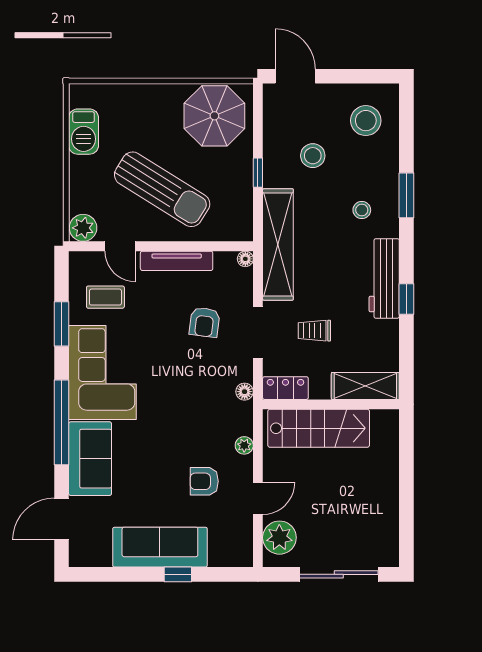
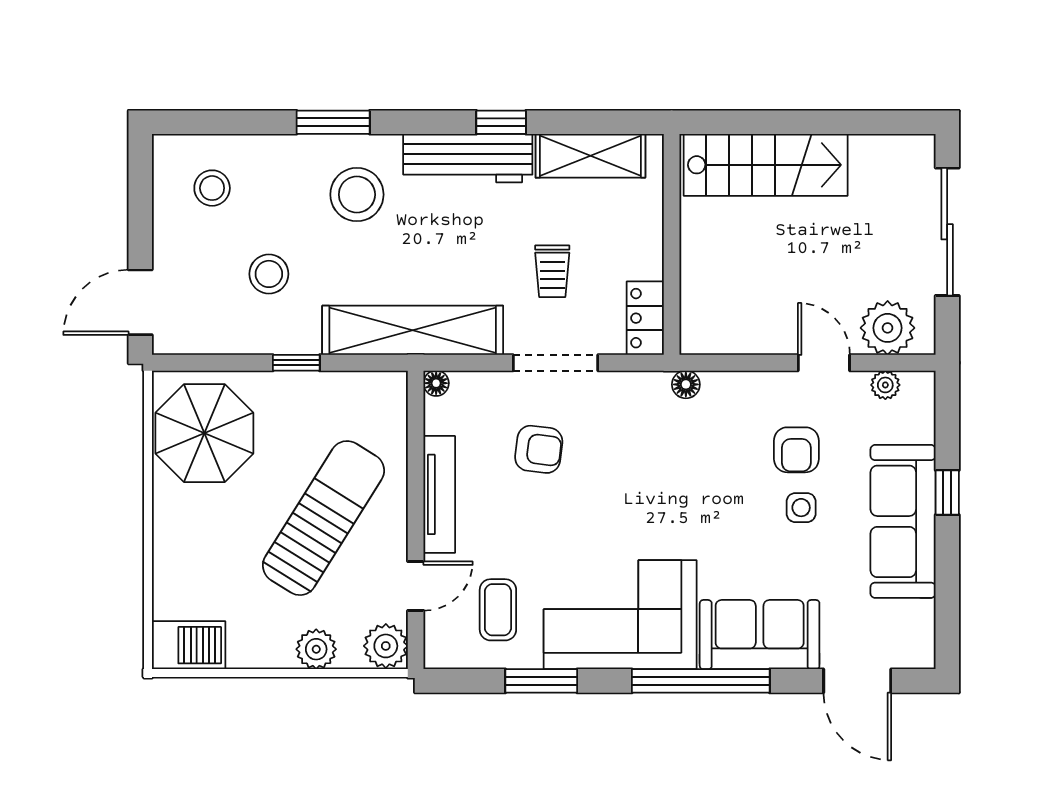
stool: (366, 121) -> (212, 188), width x0.73, depth x0.73
barbecue: (84, 132) -> (189, 645), moved
plant: (81, 185) -> (316, 649), added
stool: (362, 210) -> (357, 195), width x1.89, depth x1.89
shelving: (365, 386) -> (590, 156), moved, turned 90
floor lamp: (245, 392) -> (686, 384), moved
stairs: (319, 428) -> (766, 165), moved, turned 90
plant: (244, 445) -> (885, 385), moved
side table: (168, 484) -> (801, 508), added

